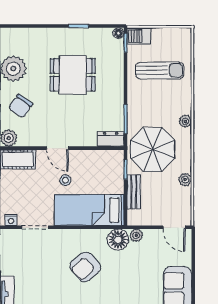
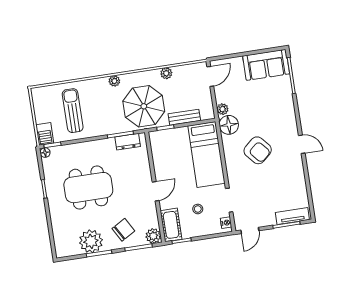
dining table: (73, 75) -> (88, 188), width x1.38
chair: (21, 106) -> (123, 230), turned -65
dresser: (111, 139) -> (128, 142), moved, turned -90
stool: (65, 180) -> (198, 209), moved

